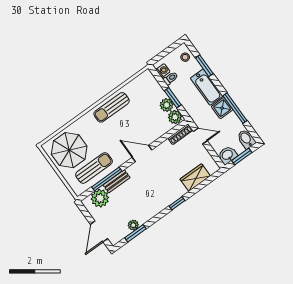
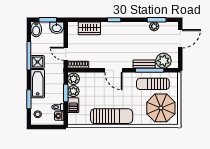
barbecue: (157, 91) -> (73, 105), added
sun lounger: (112, 107) -> (112, 116), width x1.36, depth x1.34

